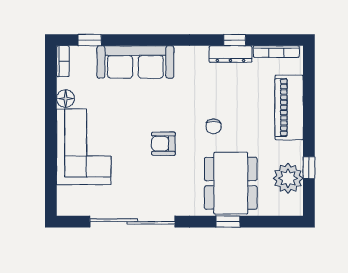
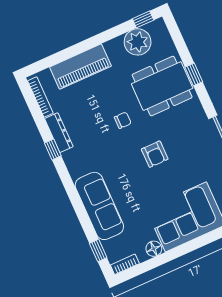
window: (235, 40) -> (53, 149), moved
window: (309, 168) -> (143, 19), moved

